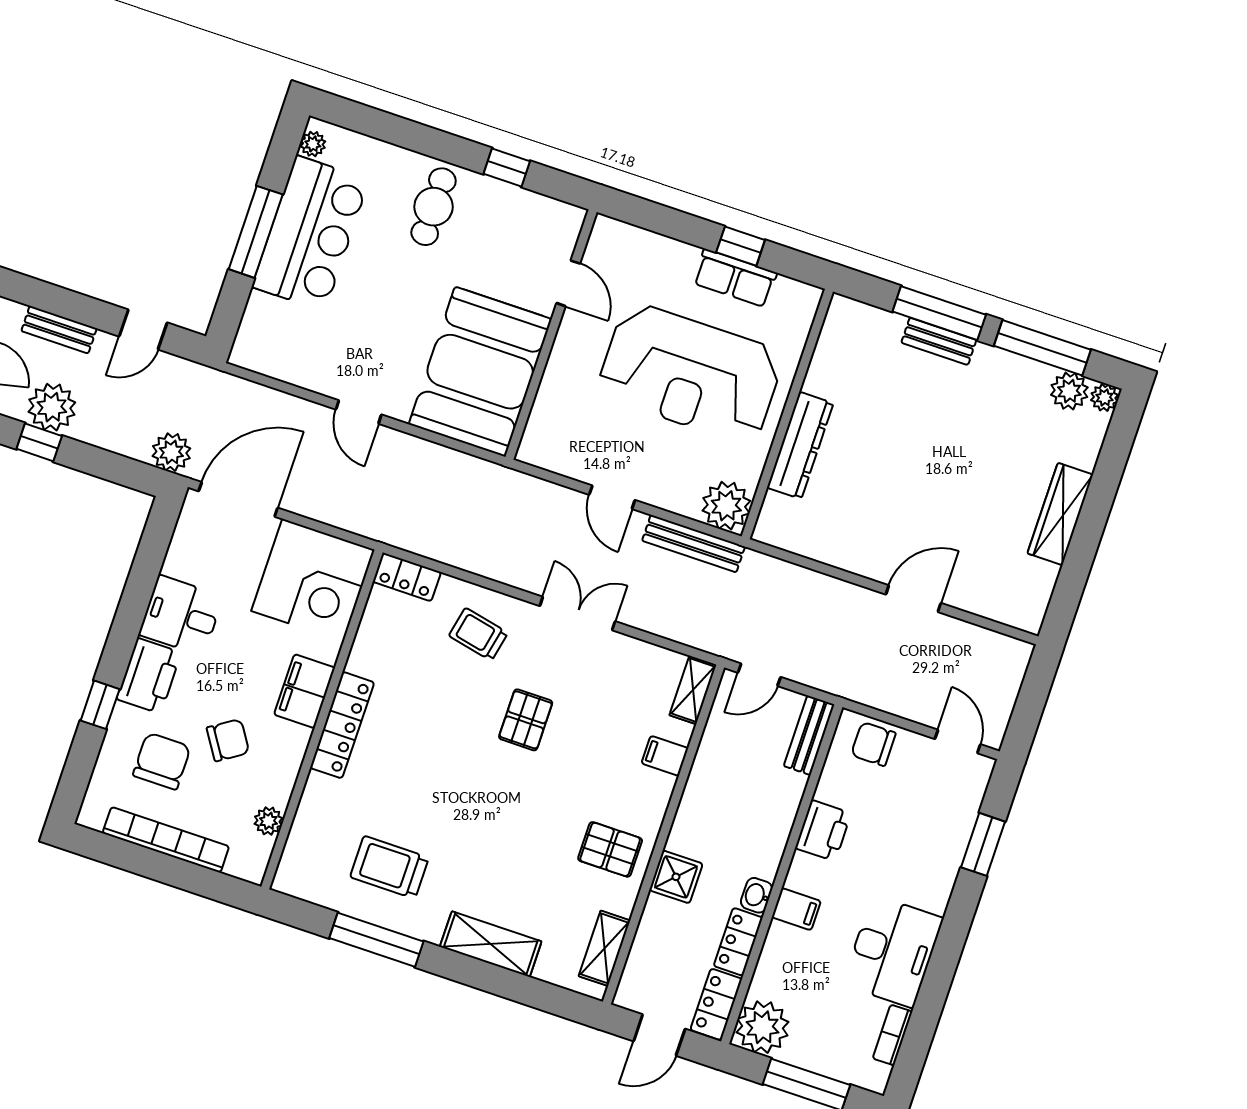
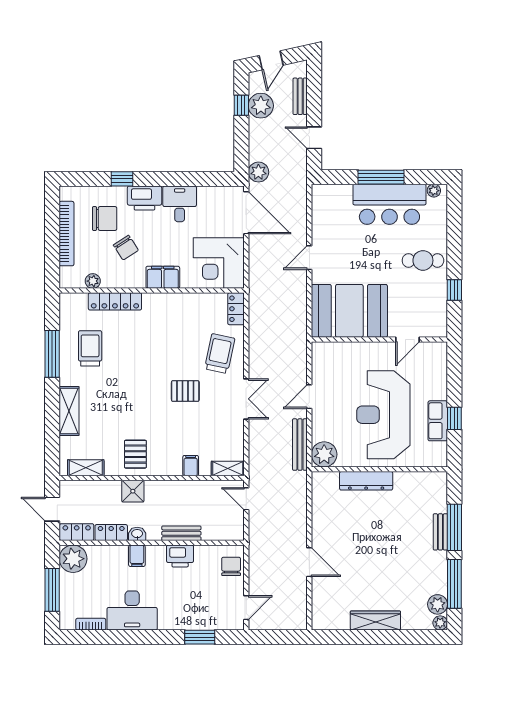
trolley: (478, 634) -> (220, 354), width x1.36, depth x1.39
locker: (342, 725) -> (115, 301), moved
bench: (809, 735) -> (181, 533), moved

